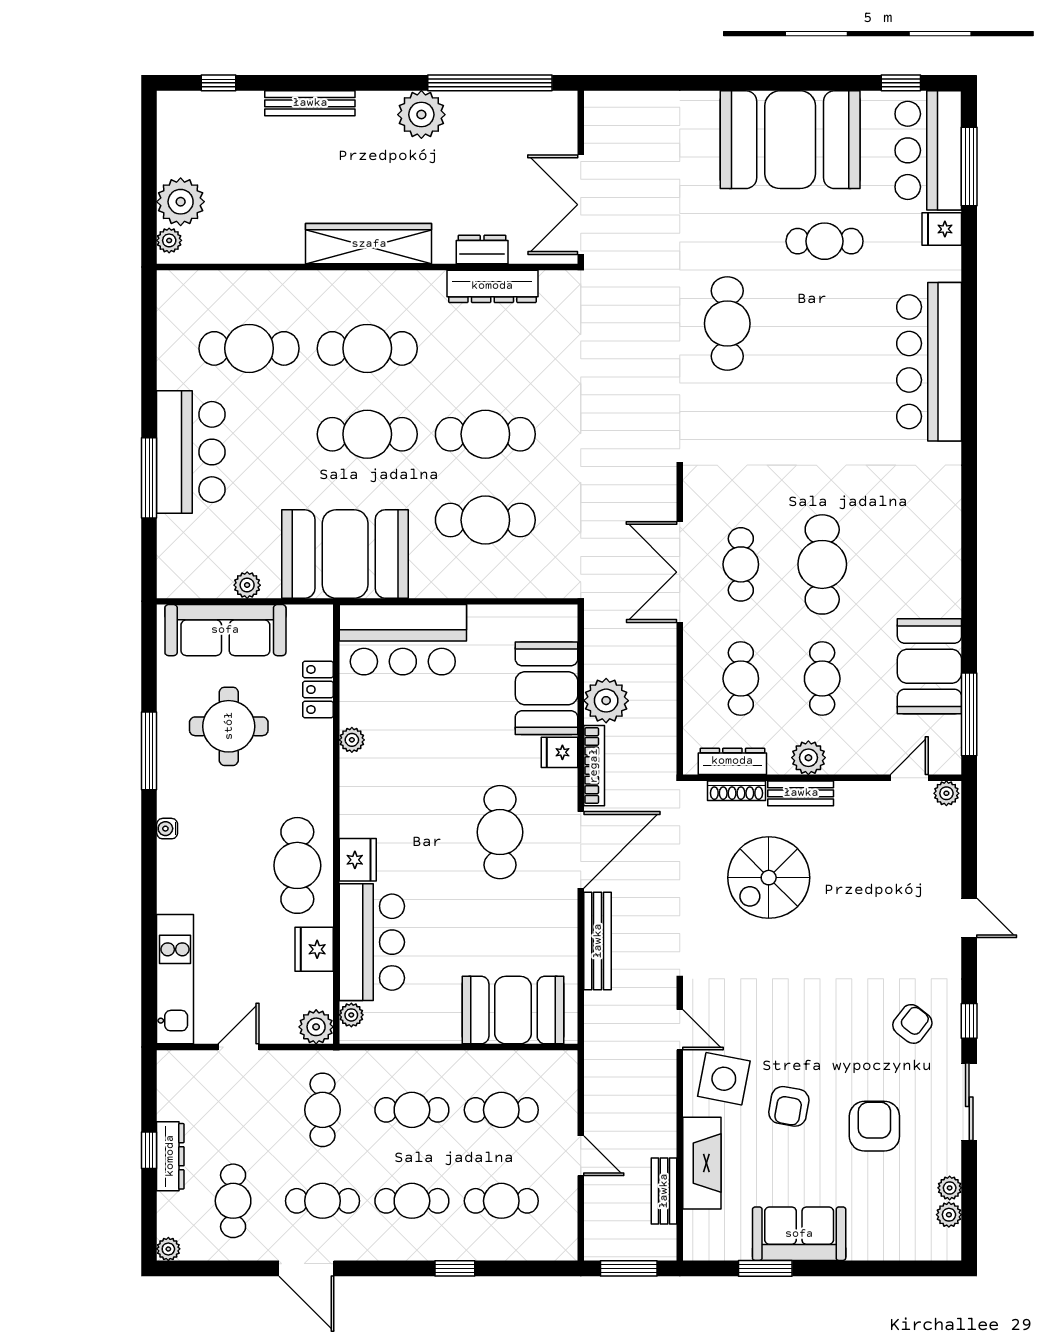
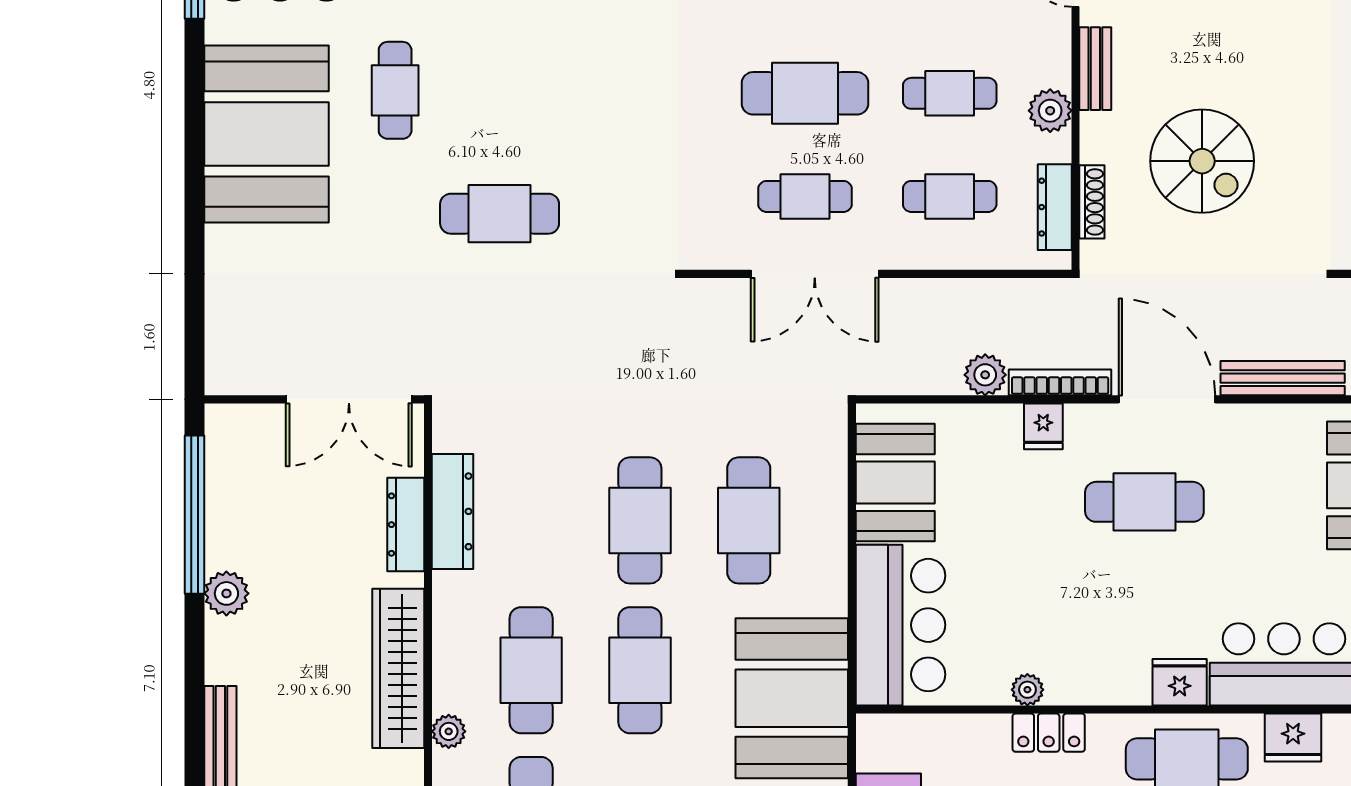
plant: (421, 115) -> (226, 593), width x0.73, depth x0.73
dresser: (482, 250) -> (406, 525), width x1.44
plant: (319, 283) -> (449, 731), added
booth: (547, 688) -> (895, 483), moved, turned 90
locker: (318, 690) -> (1049, 733), moved
plant: (606, 701) -> (985, 375), width x0.73, depth x0.73
bench: (801, 793) -> (1095, 69), moved

